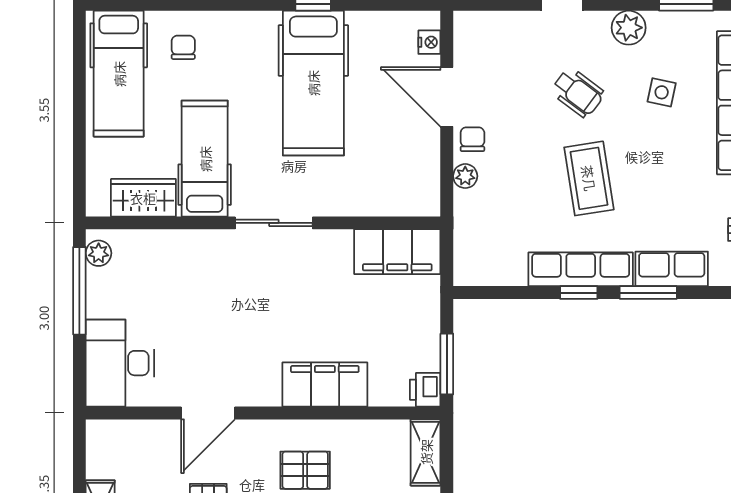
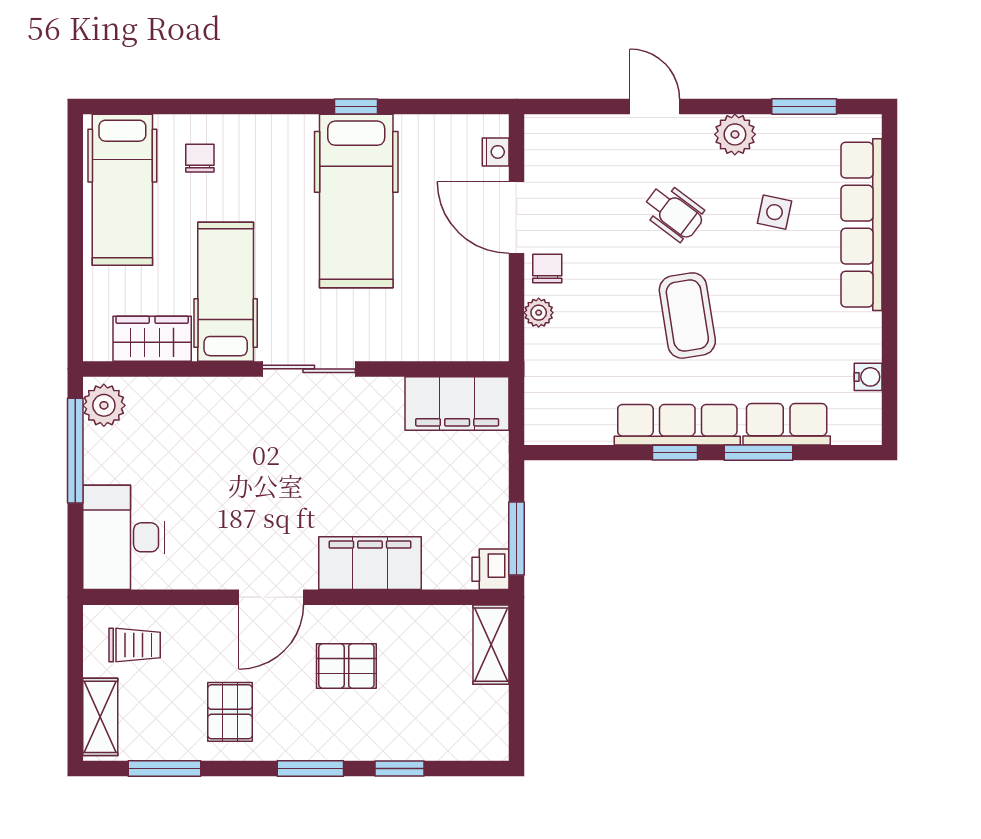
plant: (99, 253) -> (104, 405), width x1.38, depth x1.38
door: (208, 413) -> (271, 597), moved
trolley: (129, 453) -> (135, 645), added

